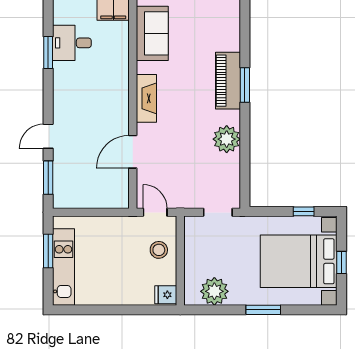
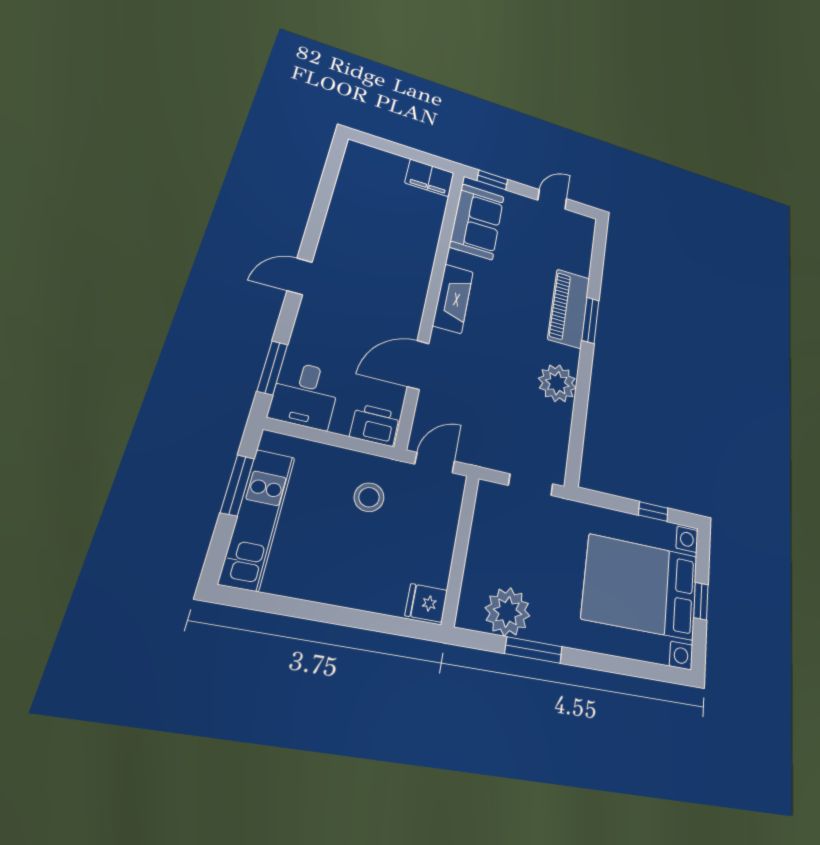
desk: (72, 43) -> (305, 395), moved, turned -90
window: (48, 52) -> (323, 199), removed
door: (48, 136) -> (300, 276), moved
printer: (115, 198) -> (375, 425), added
door: (155, 212) -> (435, 463), hinge flipped
stool: (159, 250) -> (369, 497), moved
window: (263, 310) -> (534, 650), moved

